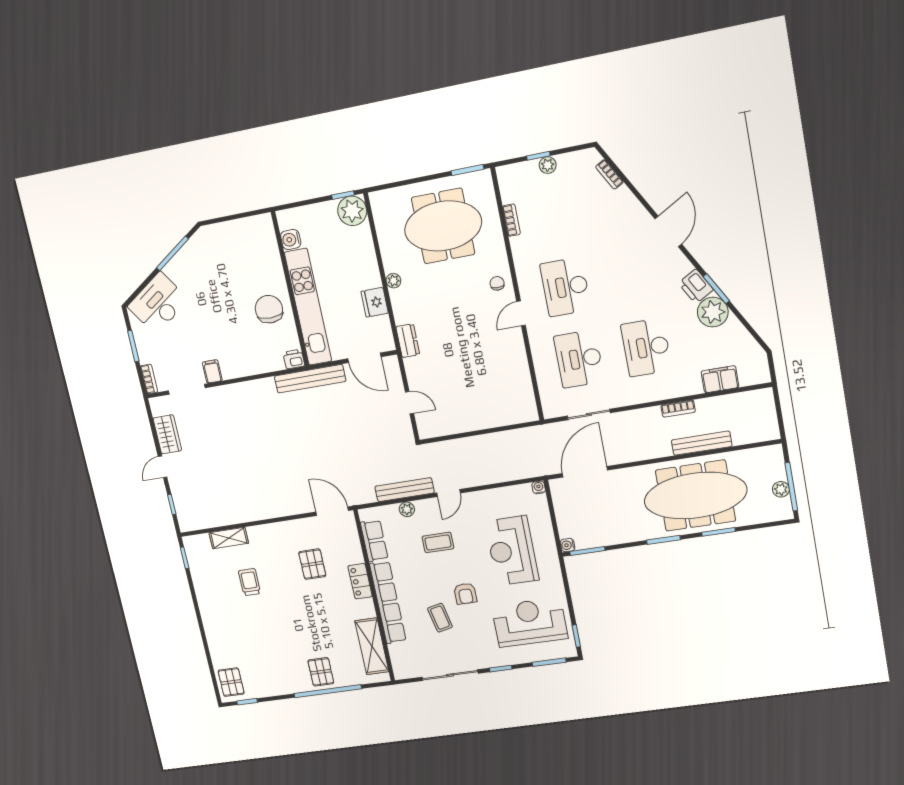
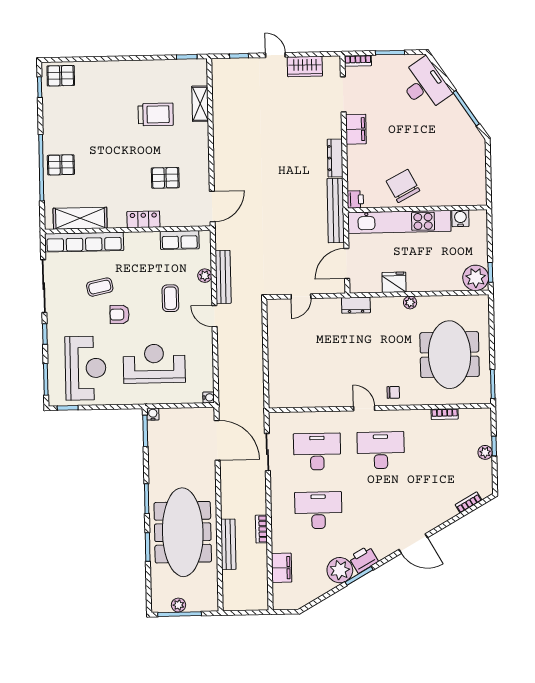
chair: (269, 309) -> (403, 186), turned -118
filing cabinet: (212, 371) -> (356, 129), width x2.00
dresser: (255, 388) -> (335, 158), added
trolley: (249, 582) -> (156, 114), width x1.36, depth x1.39
row of seats: (388, 603) -> (84, 242), moved

